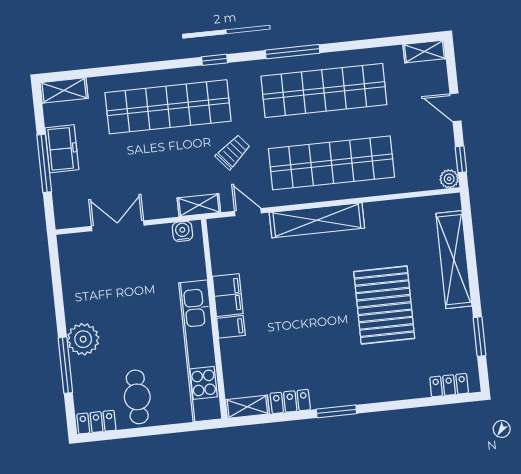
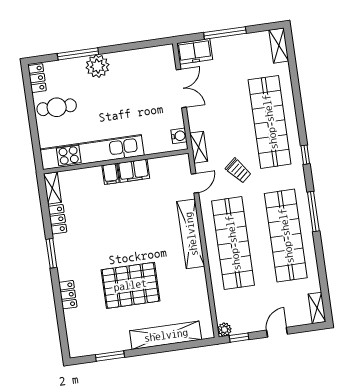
freezer: (62, 149) -> (195, 51), moved
locker: (449, 385) -> (68, 295), moved

